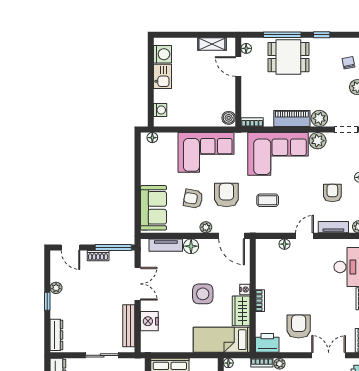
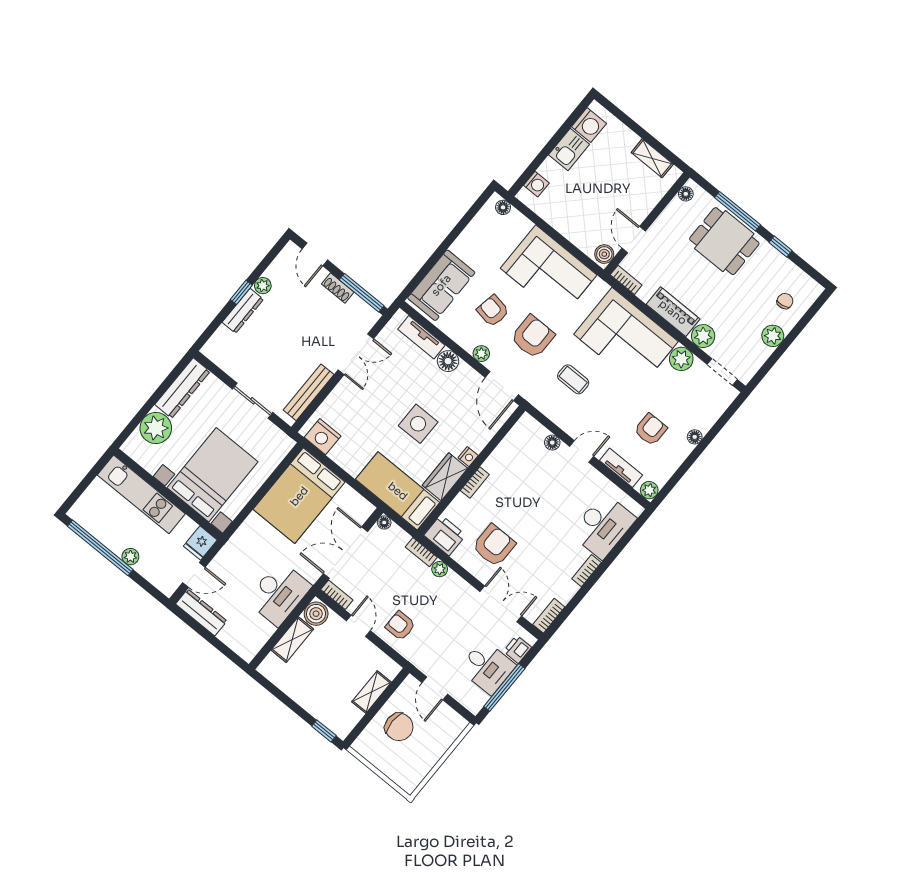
door: (238, 67) -> (634, 240), moved
nightstand: (149, 321) -> (323, 437), moved, turned -90
dresser: (56, 335) -> (243, 311), moved

